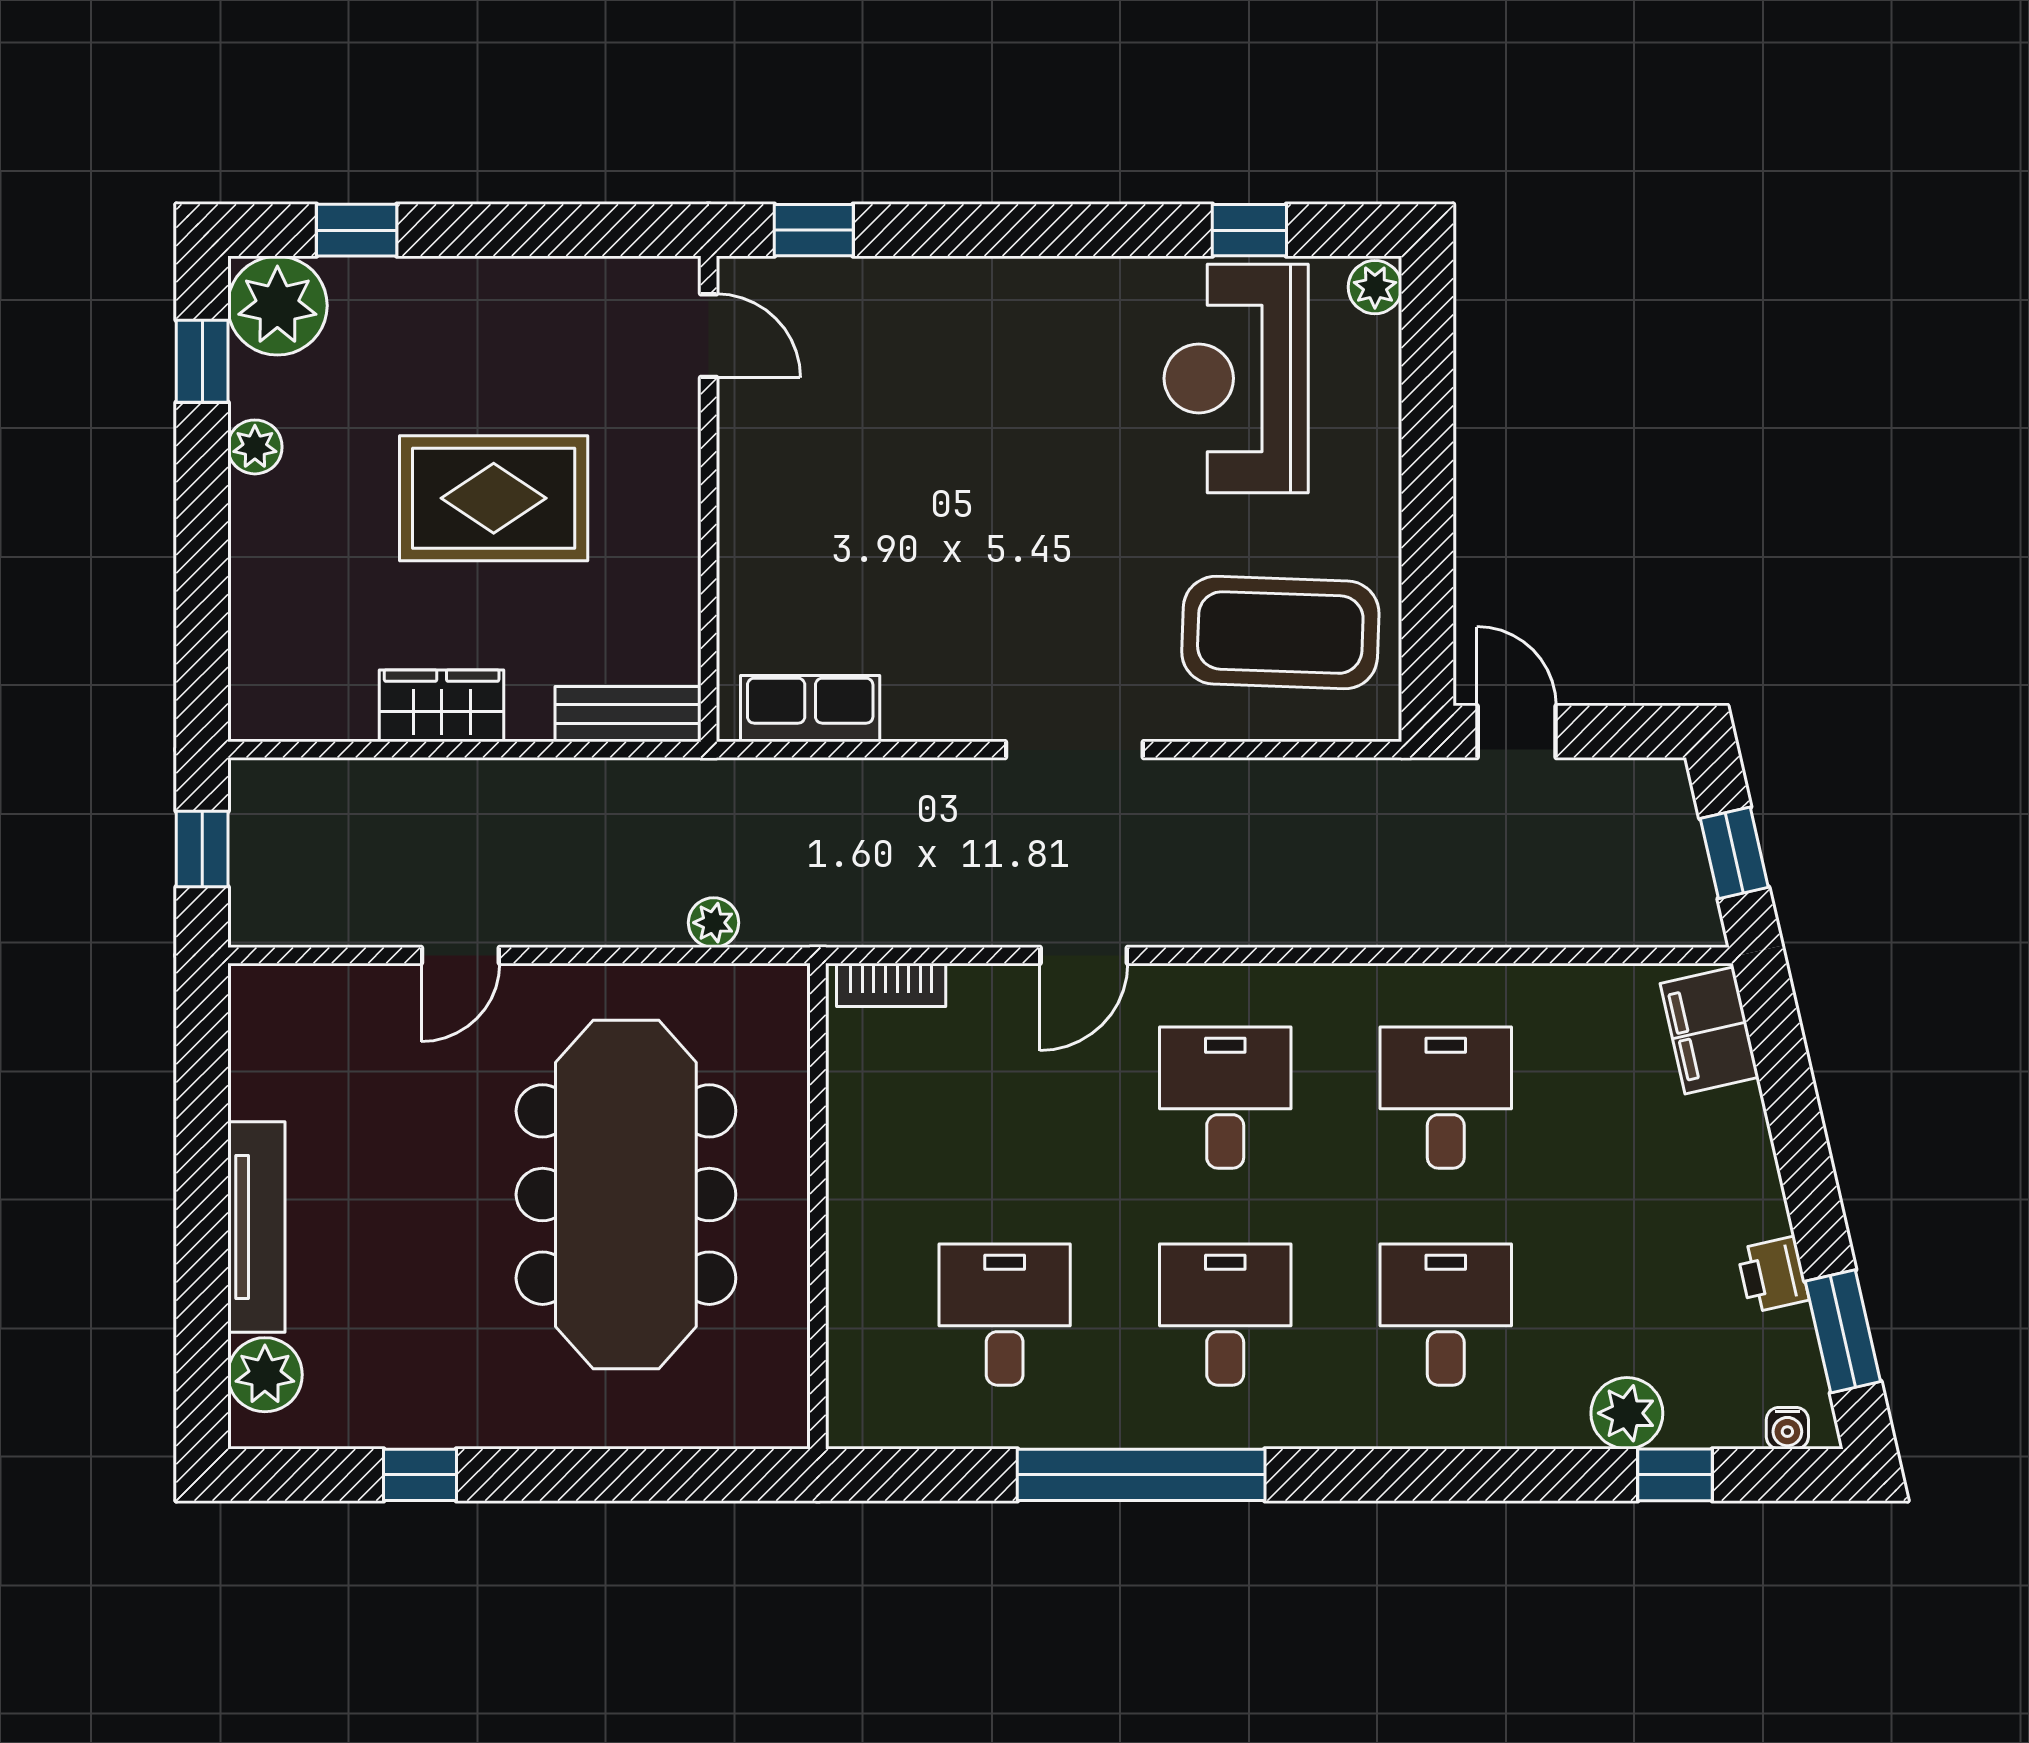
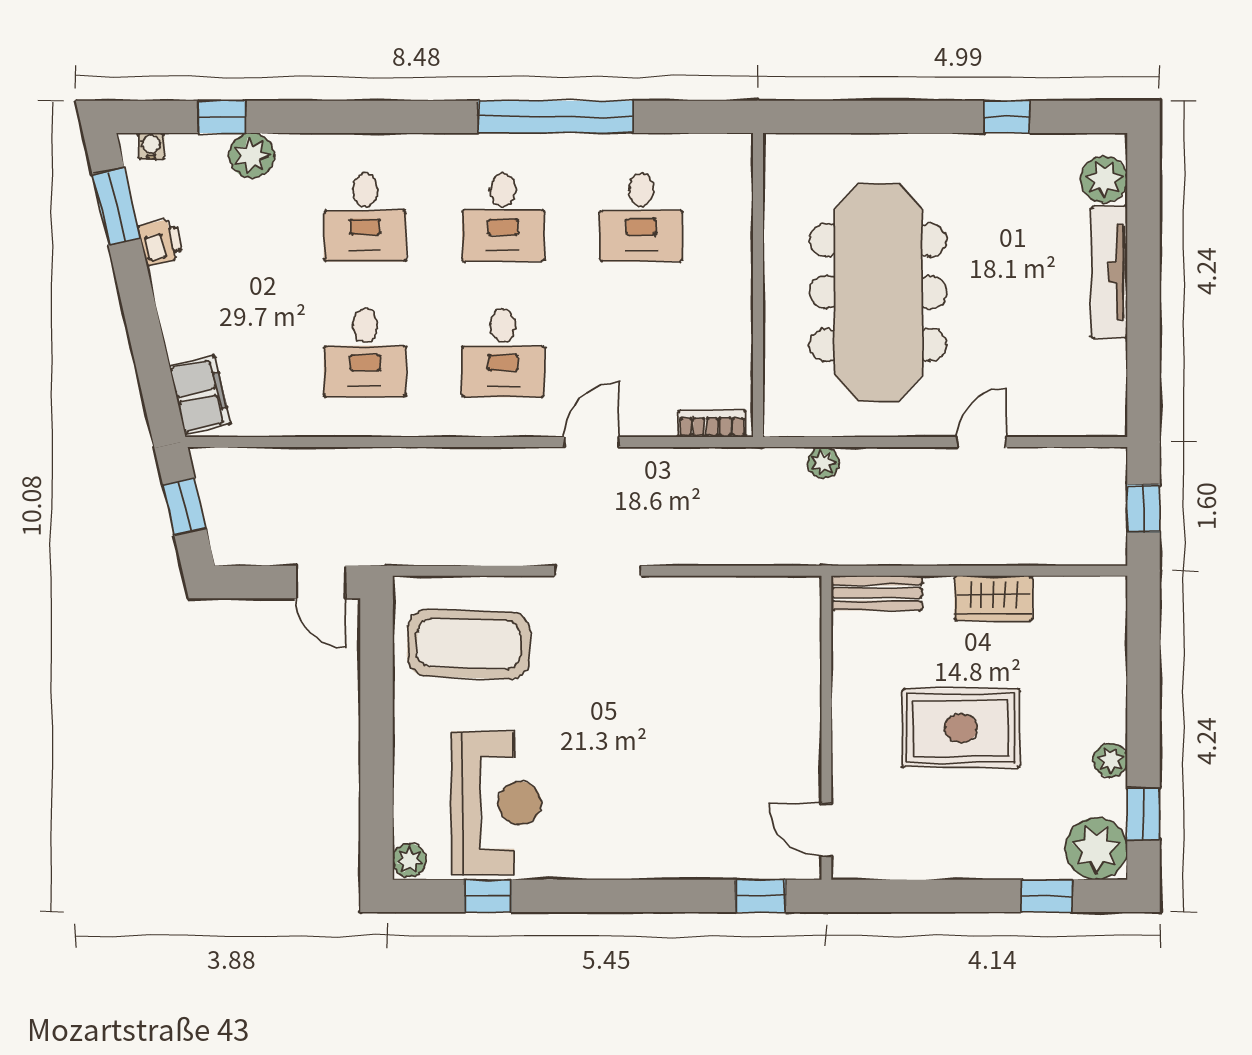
row of seats: (810, 709) -> (763, 596), removed

